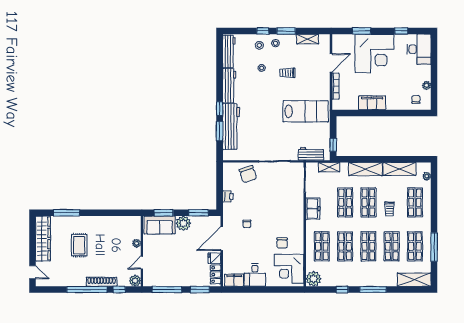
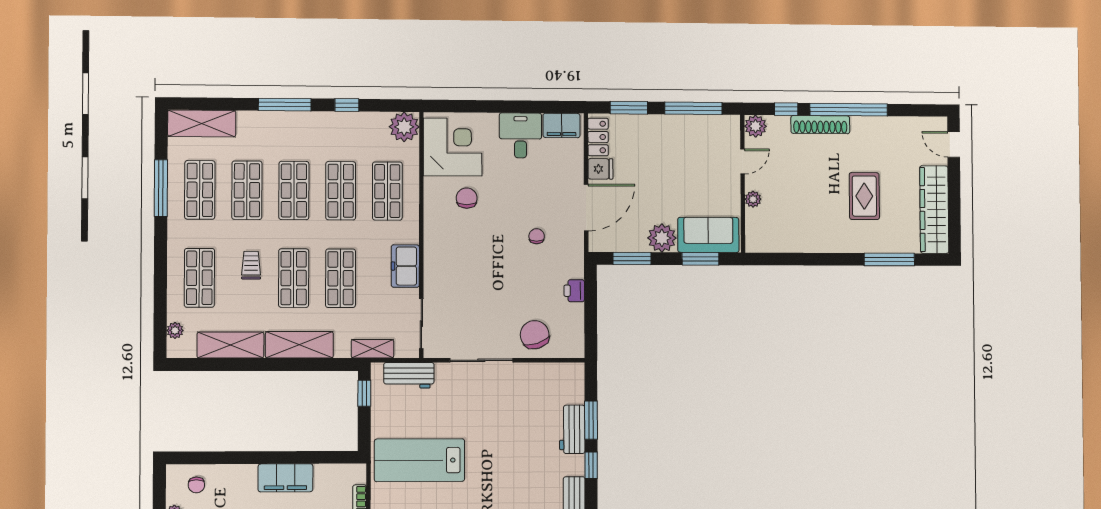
workbench: (231, 127) -> (572, 429), width x0.53, depth x0.76

